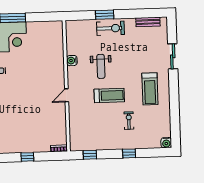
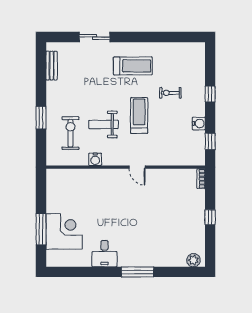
exercise bike: (111, 28) -> (70, 133), moved
weight bench: (101, 66) -> (103, 124), turned 180
water cooler: (166, 143) -> (199, 123), moved

